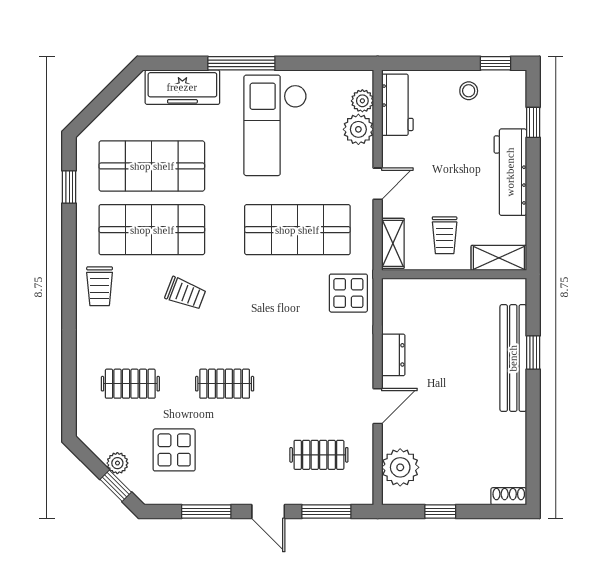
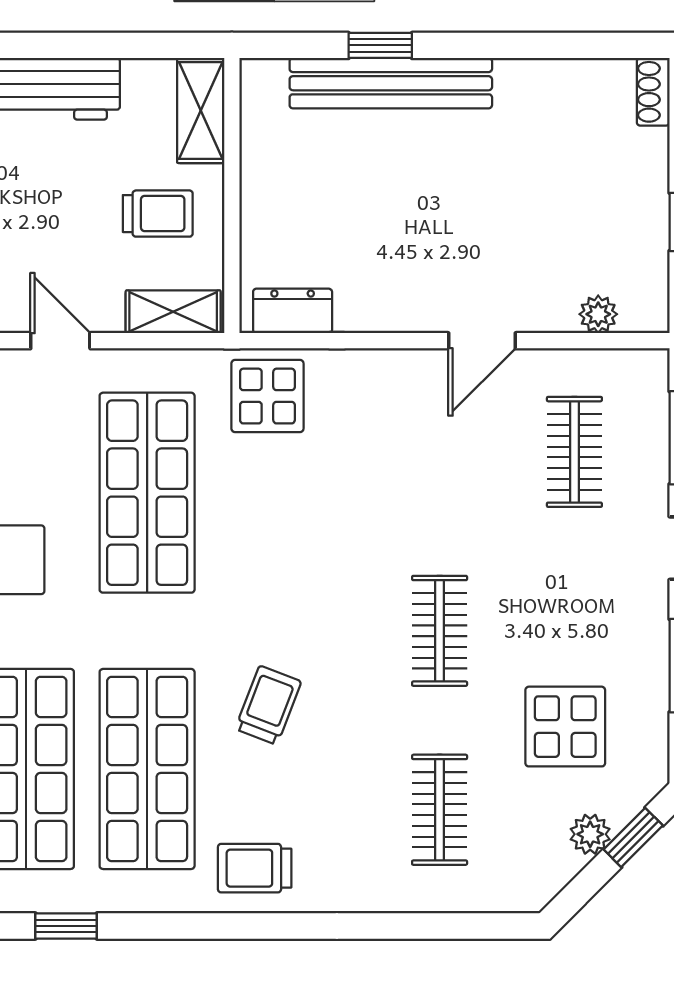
trolley: (100, 286) -> (255, 868), turned 180
dresser: (393, 355) -> (293, 311), moved
door: (378, 406) -> (482, 341), swing flipped
plant: (400, 467) -> (598, 314), width x0.53, depth x0.53

